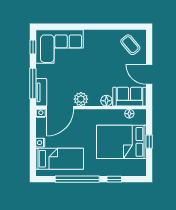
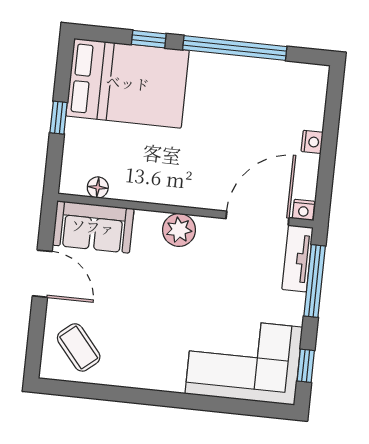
plant: (81, 99) -> (179, 230), moved
floor lamp: (106, 101) -> (148, 223), removed
bed: (121, 142) -> (128, 83), moved
bed: (60, 159) -> (271, 100), removed

